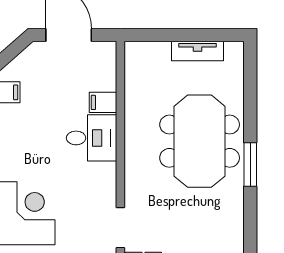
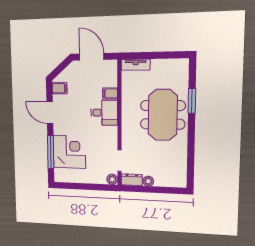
tv unit: (197, 51) -> (136, 65), moved
window: (250, 165) -> (192, 101), moved

